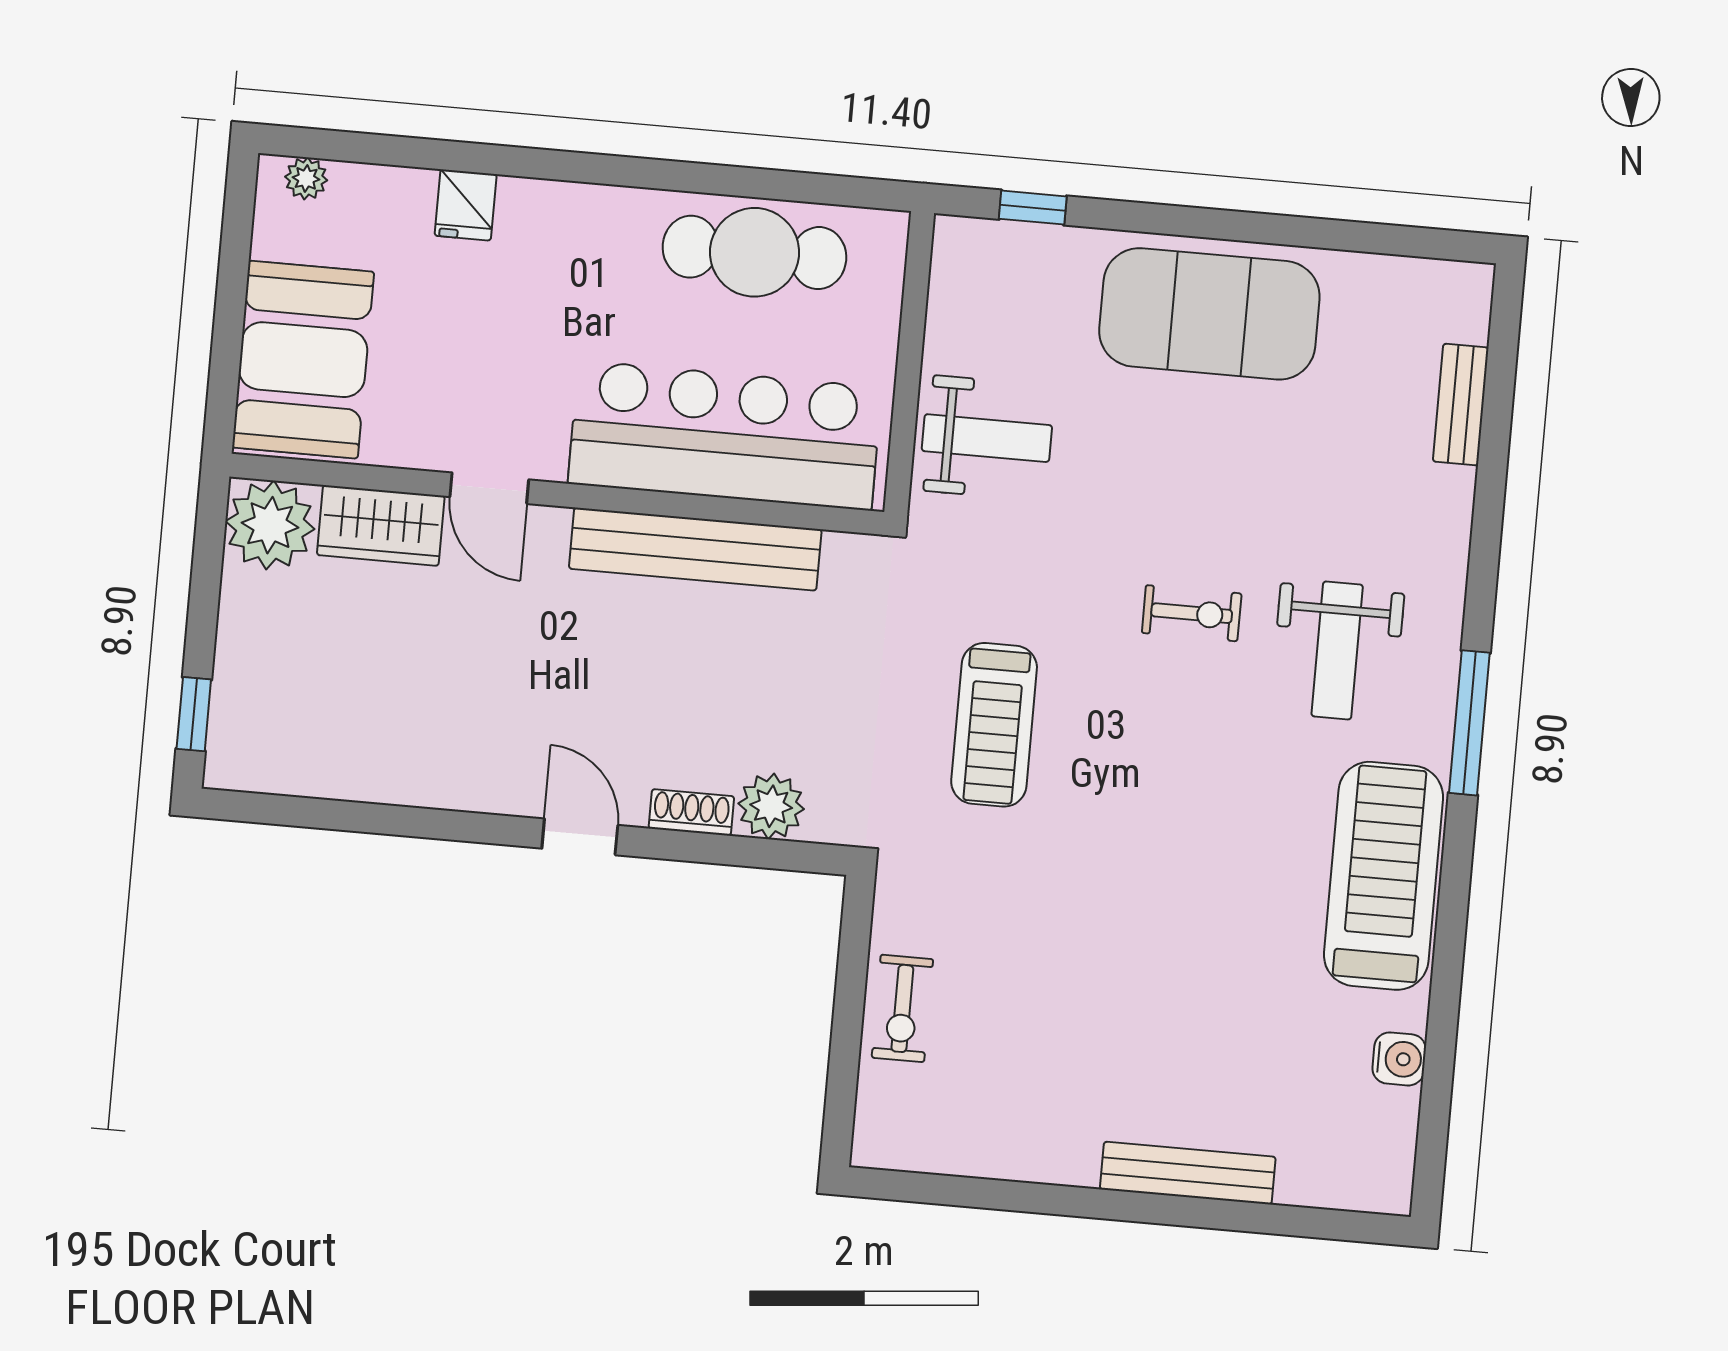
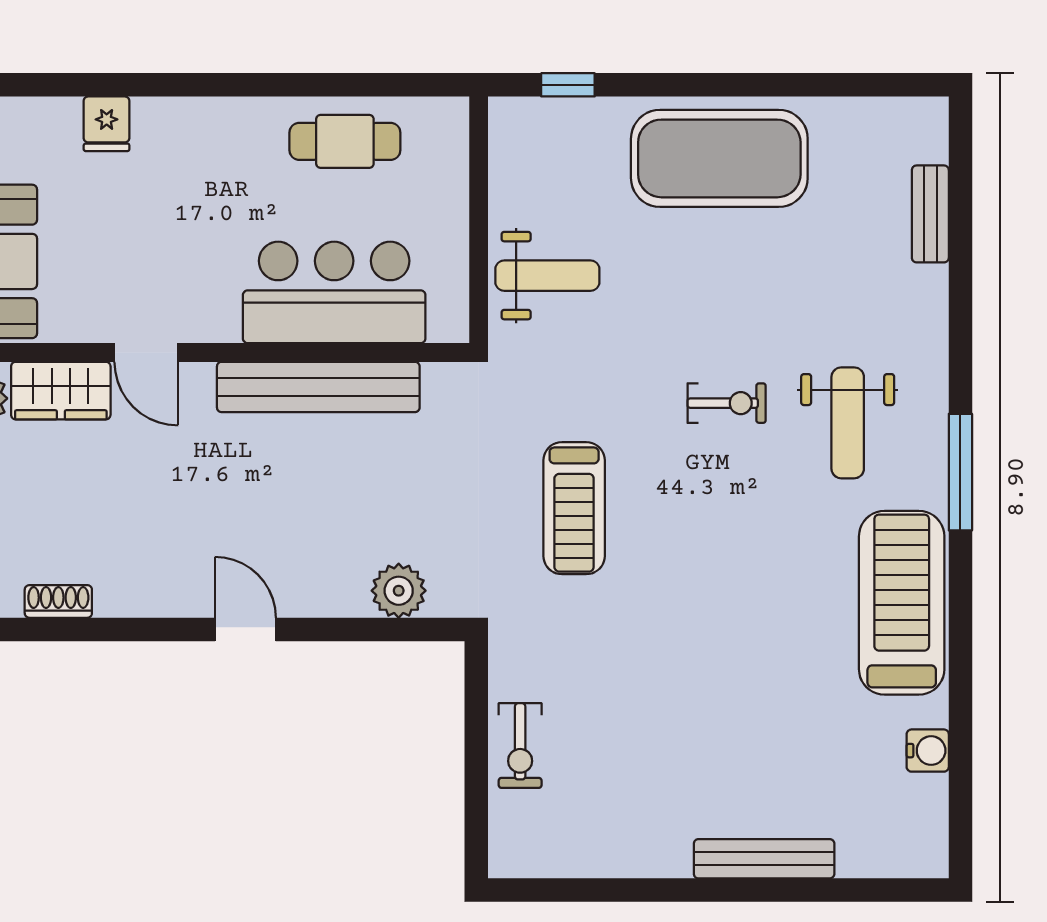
cafe table: (754, 252) -> (345, 141), width x0.73, depth x0.74
bar counter: (725, 435) -> (334, 292), width x0.73
shoe rack: (691, 812) -> (58, 601), moved

